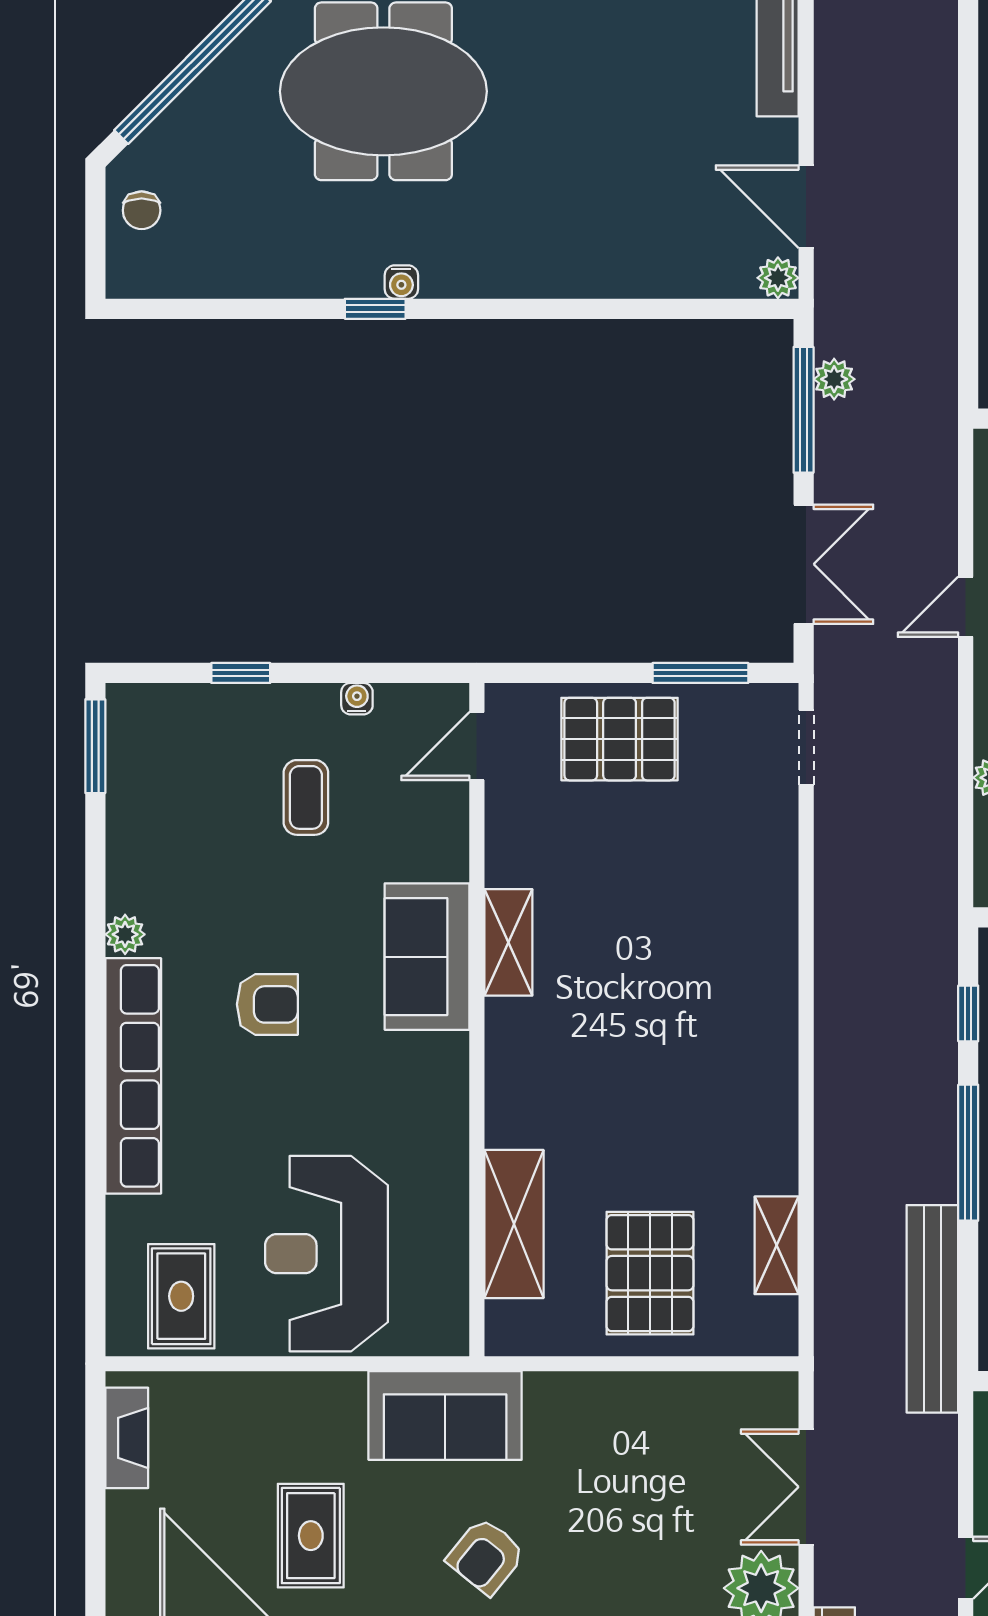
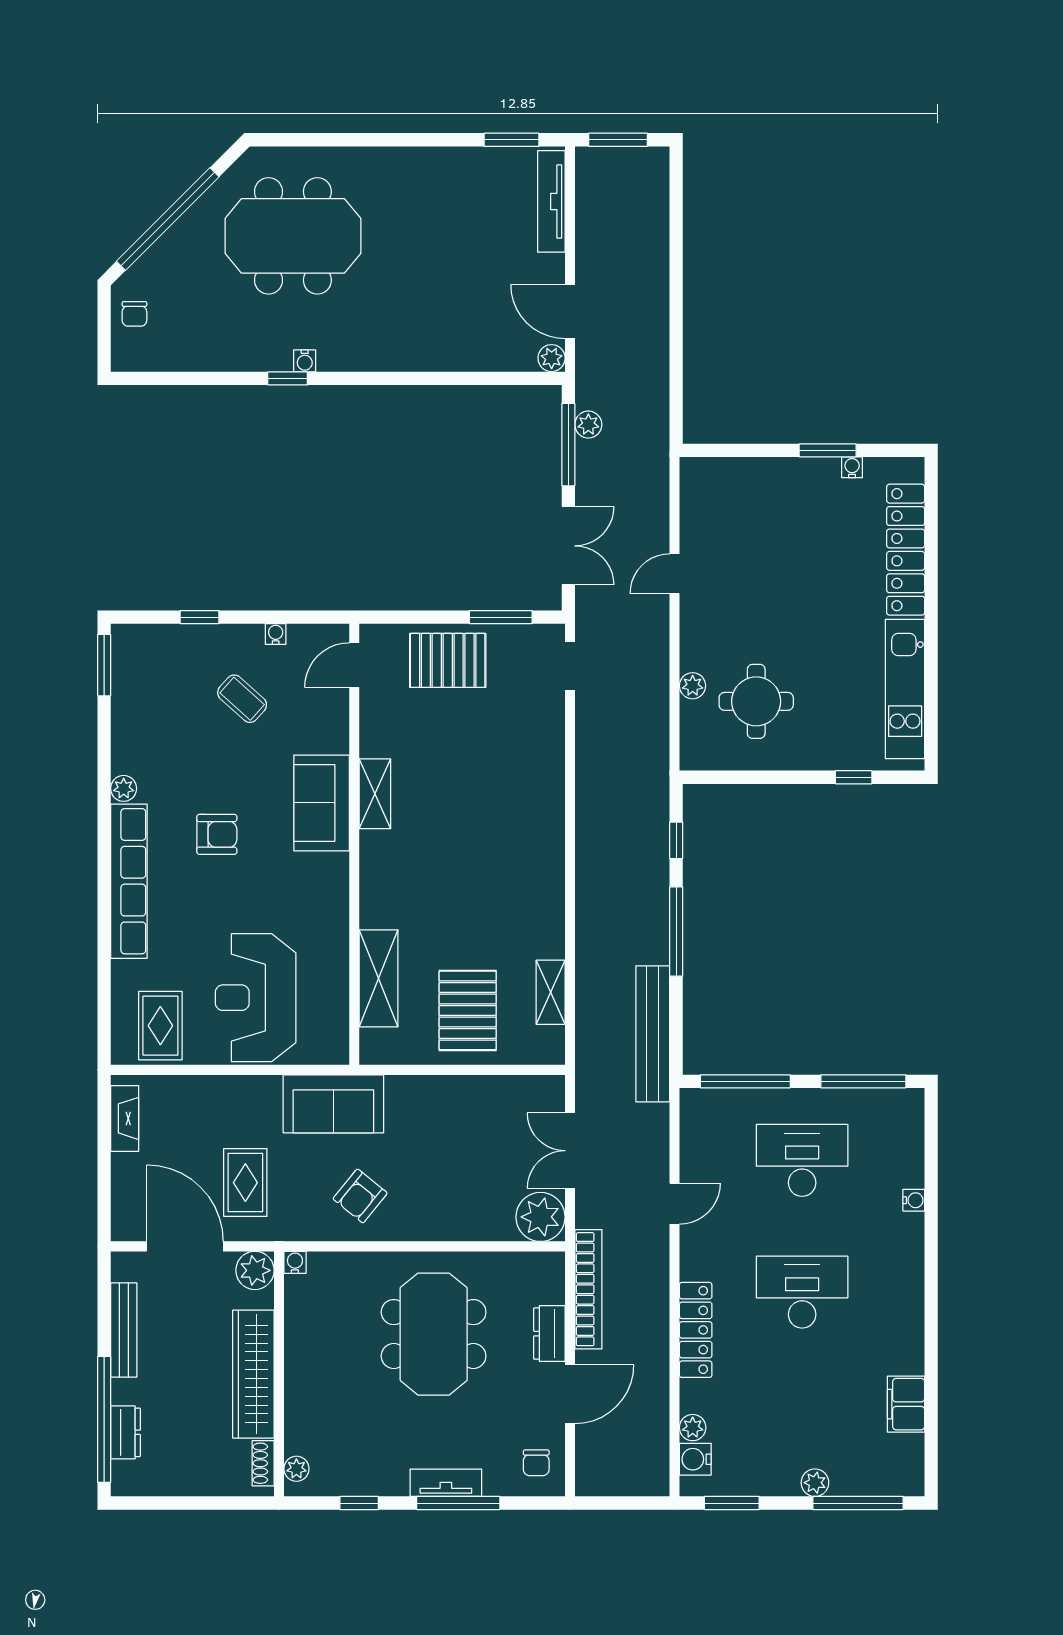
coffee table: (306, 797) -> (242, 699), turned -48

